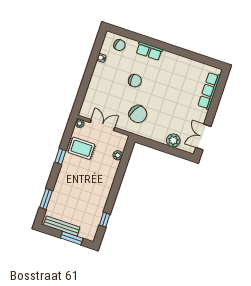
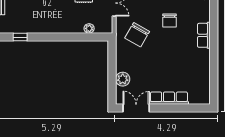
row of seats: (149, 51) -> (204, 35), moved
row of seats: (209, 91) -> (169, 98), moved

